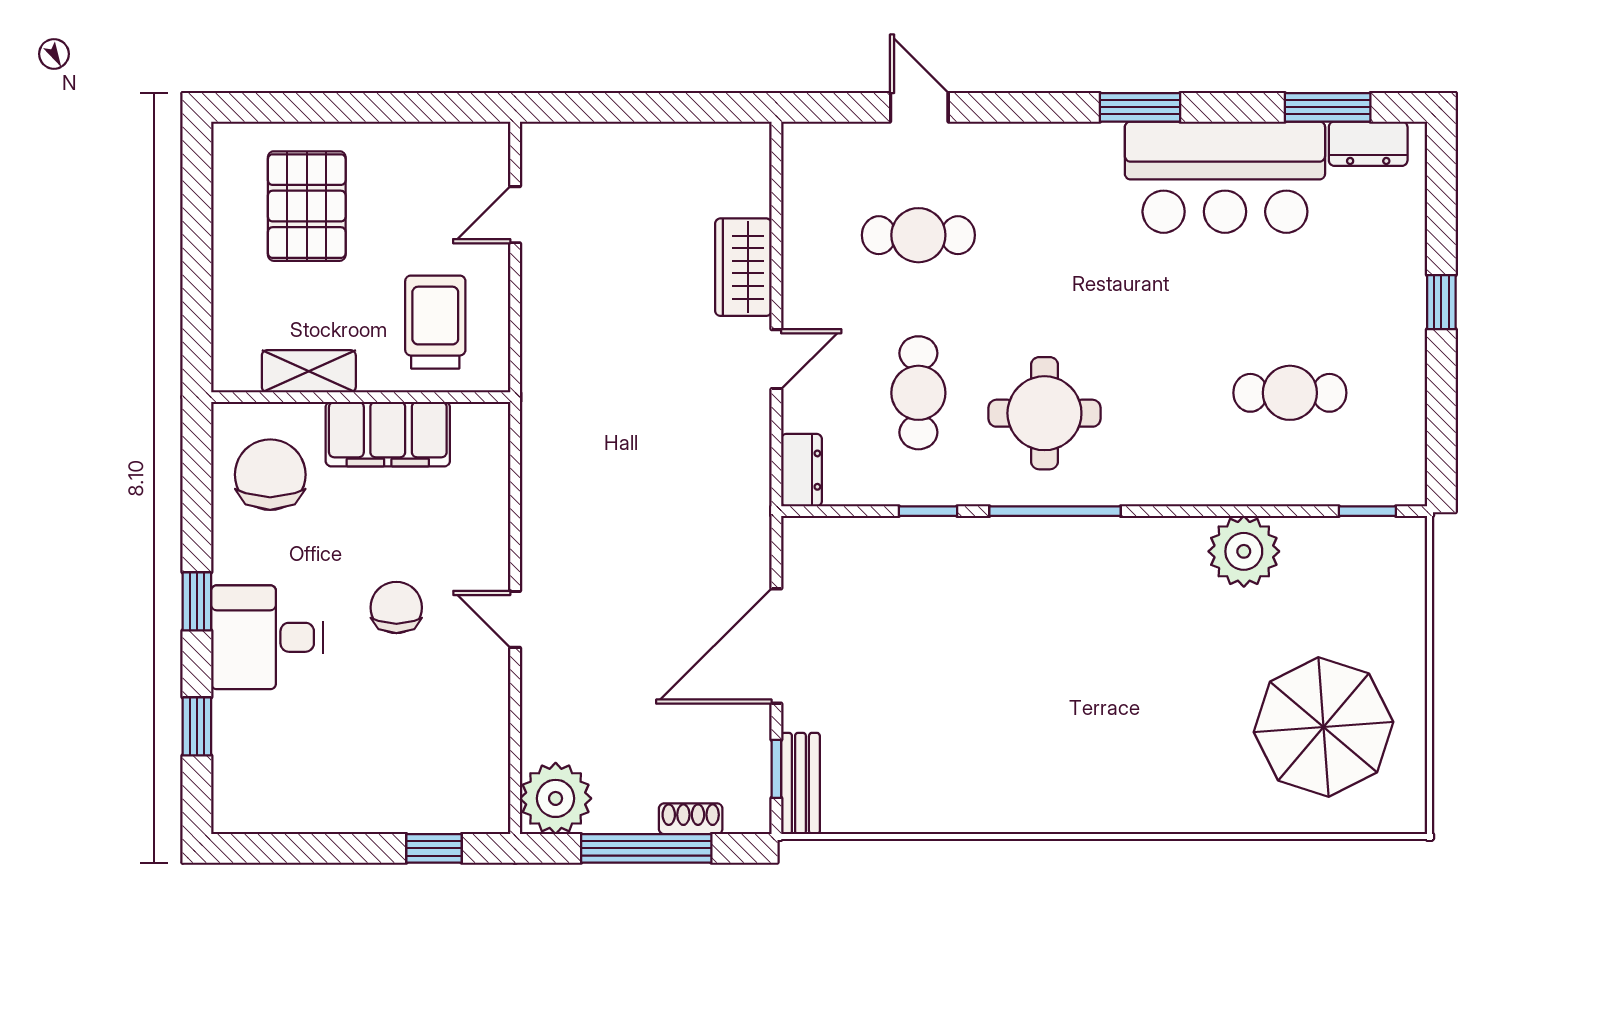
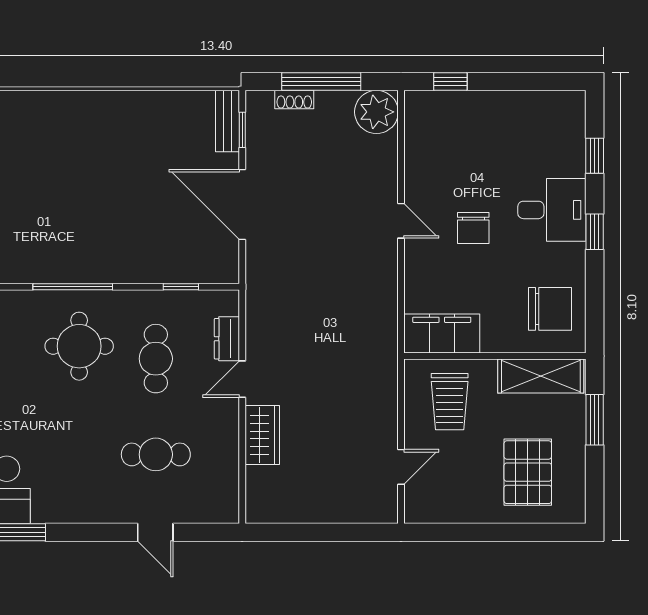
window: (197, 292) -> (595, 420), added
shelving: (309, 371) -> (541, 376), width x1.50, depth x1.33
filing cabinet: (388, 434) -> (442, 333), moved
dresser: (802, 470) -> (227, 339), moved
chair: (270, 475) -> (550, 309), turned -90
window: (928, 511) -> (181, 287), moved
door: (776, 646) -> (242, 205), swing flipped

